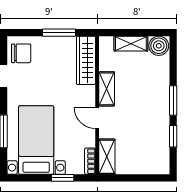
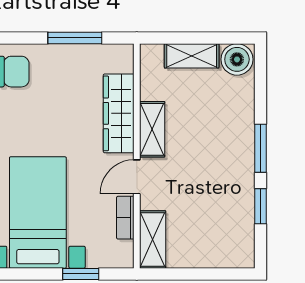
wardrobe: (86, 60) -> (119, 113), moved
door: (97, 118) -> (137, 177), hinge flipped
bookcase: (90, 161) -> (125, 218), moved

